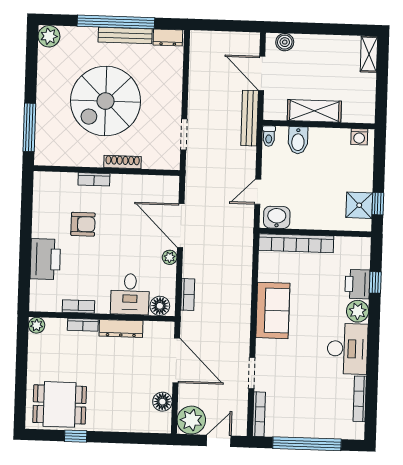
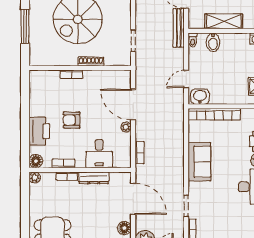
window: (29, 127) -> (25, 26), moved
armchair: (83, 224) -> (72, 120), moved, turned 180
floor lamp: (160, 306) -> (36, 161), moved

